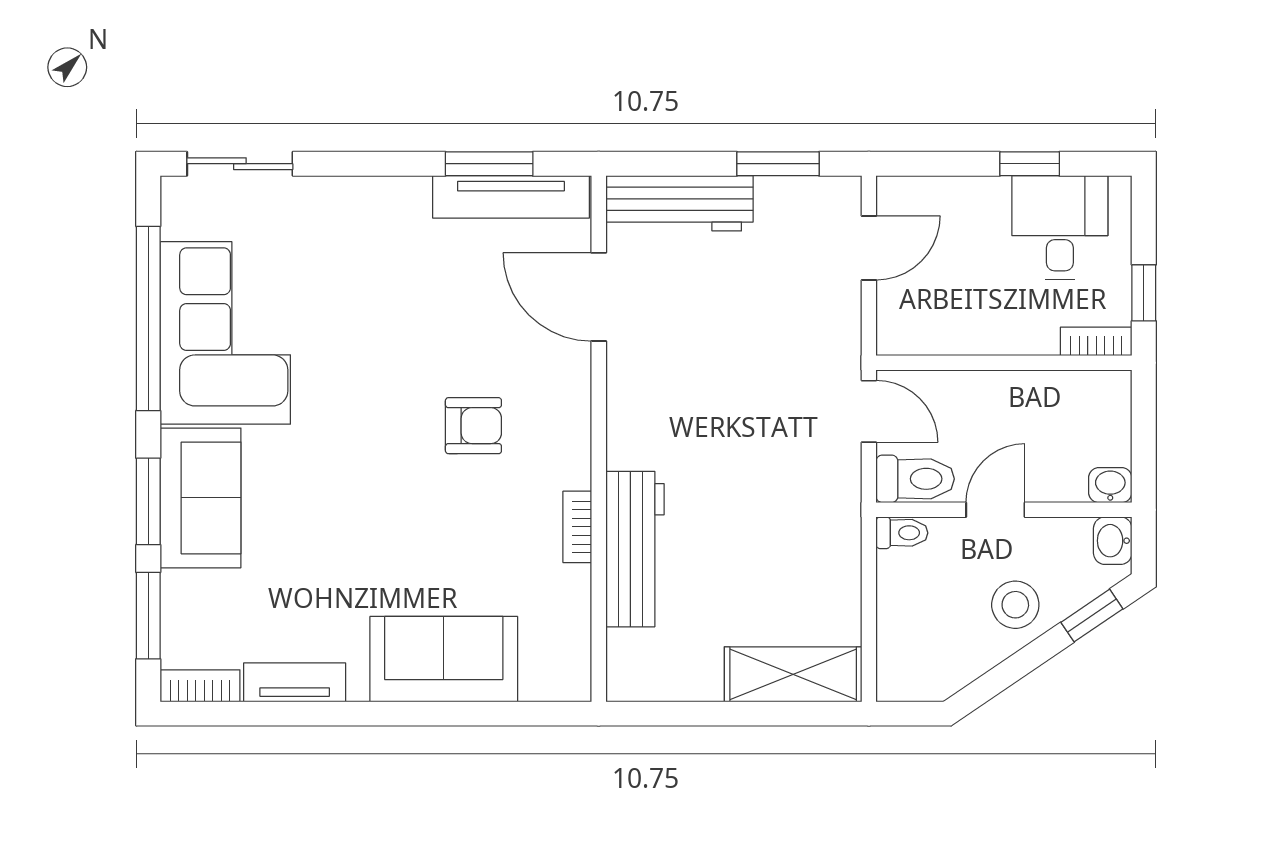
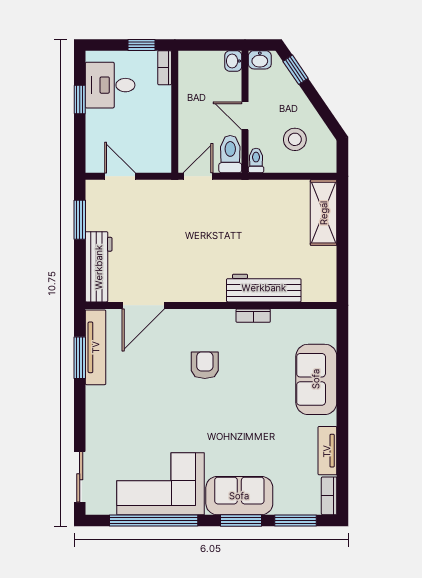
stool: (1015, 605) -> (295, 139), moved

